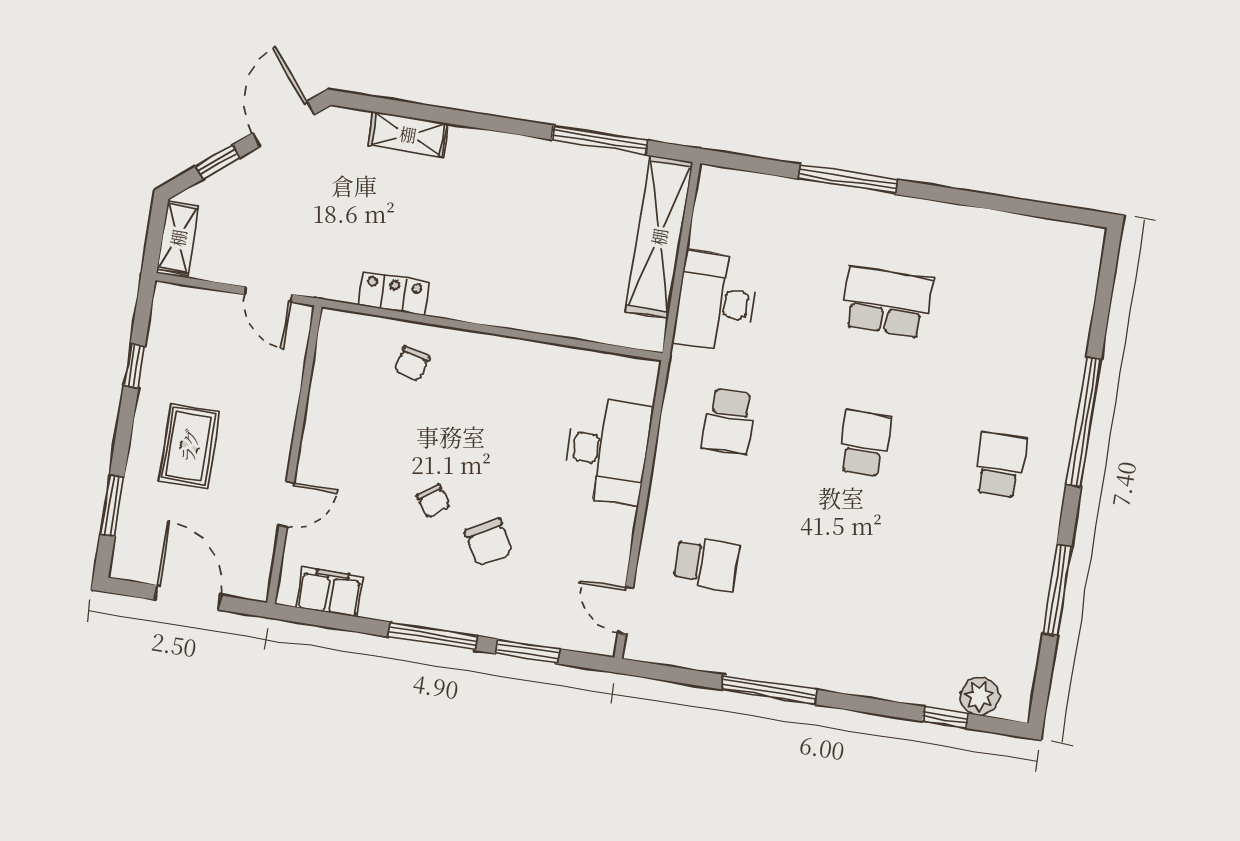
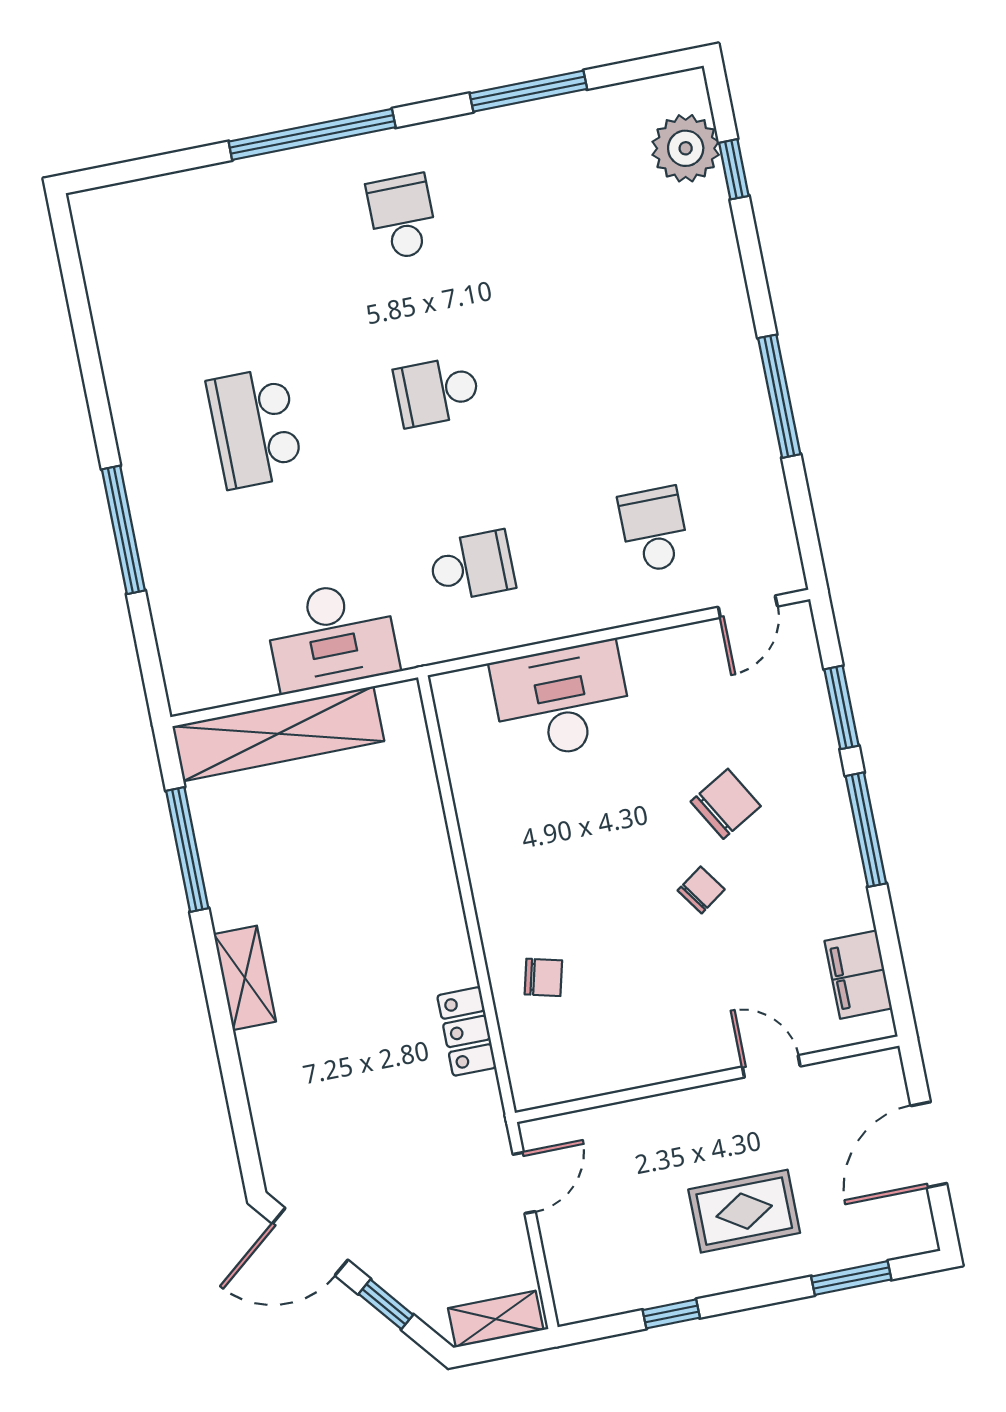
shelving: (408, 134) -> (245, 978), moved
school desk: (1000, 465) -> (402, 217), turned 90
plant: (980, 696) -> (686, 148), width x1.36, depth x1.36

